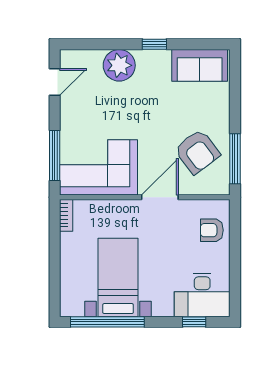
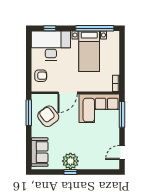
plant: (119, 65) -> (70, 161), moved
sofa: (200, 65) -> (40, 152), moved, turned 90
desk: (202, 295) -> (51, 46), width x1.36, depth x1.30

